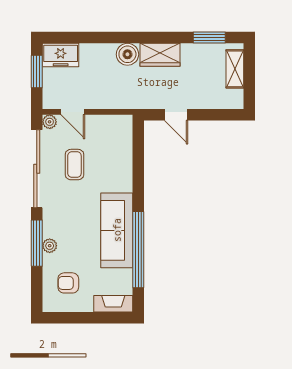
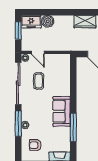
boiler: (127, 54) -> (48, 21), moved
sofa: (117, 230) -> (62, 111), width x0.73
window: (138, 250) -> (73, 127), width x0.68

